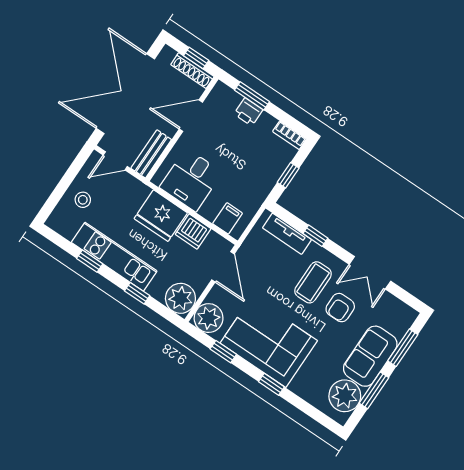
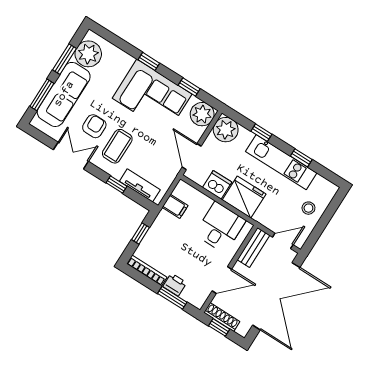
bookcase: (289, 135) -> (147, 270), width x1.56
filing cabinet: (228, 218) -> (175, 206), moved, turned -90
sofa: (370, 356) -> (64, 94), width x1.36

